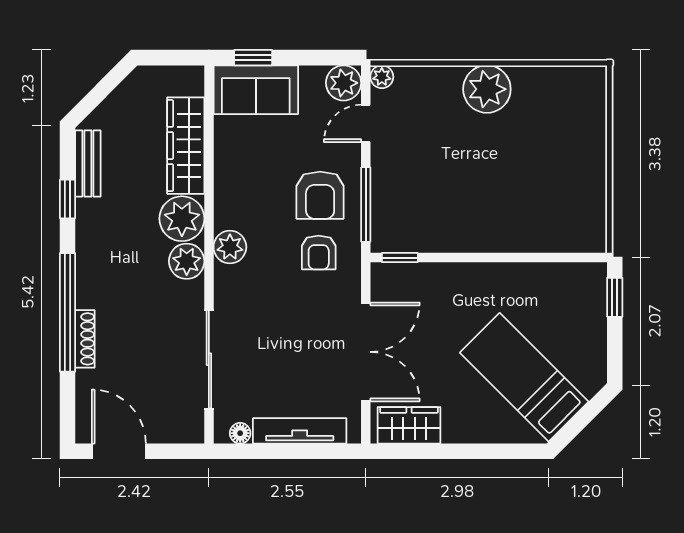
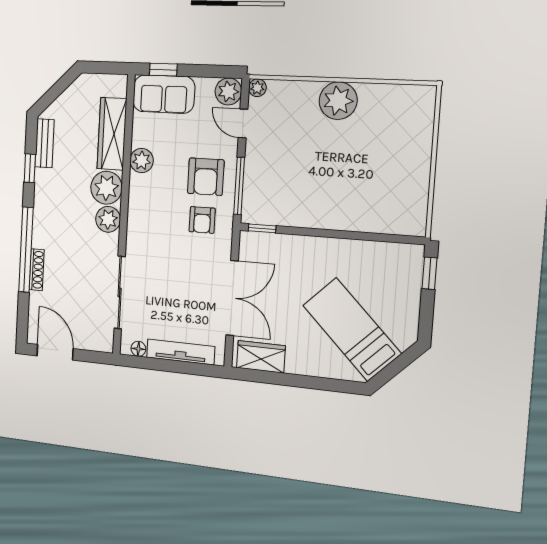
door: (366, 123) -> (243, 123), hinge flipped
plant: (230, 247) -> (142, 161), moved

